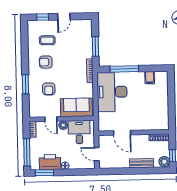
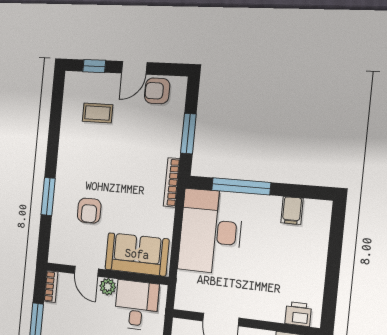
armchair: (46, 62) -> (157, 91), moved
printer: (158, 125) -> (298, 314), added

